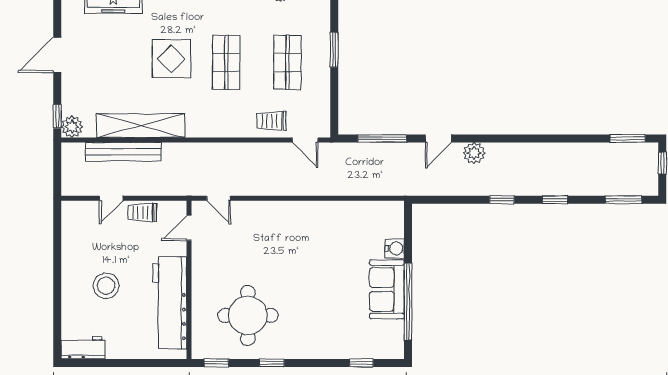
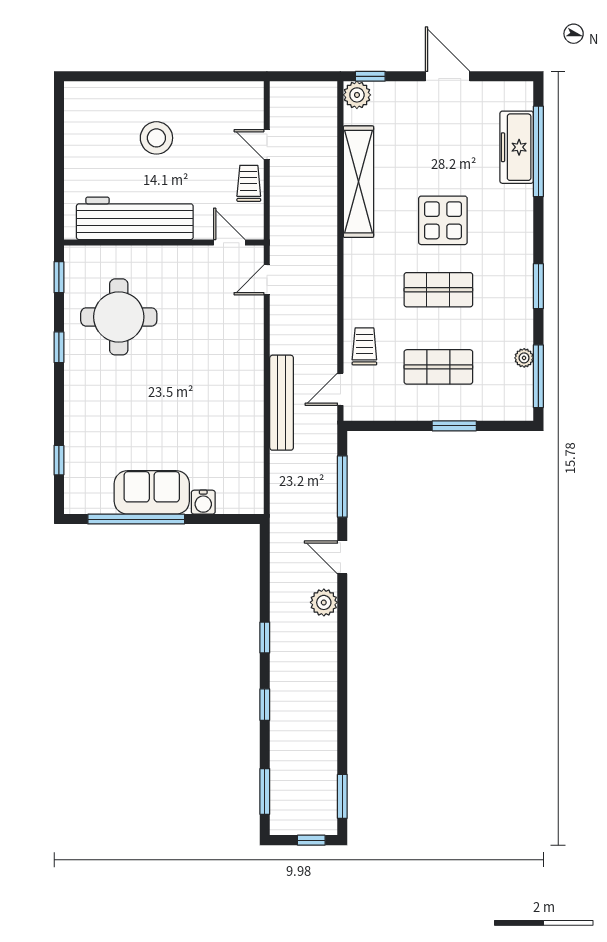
bench: (123, 152) -> (282, 403), moved
workbench: (83, 348) -> (78, 109), removed

